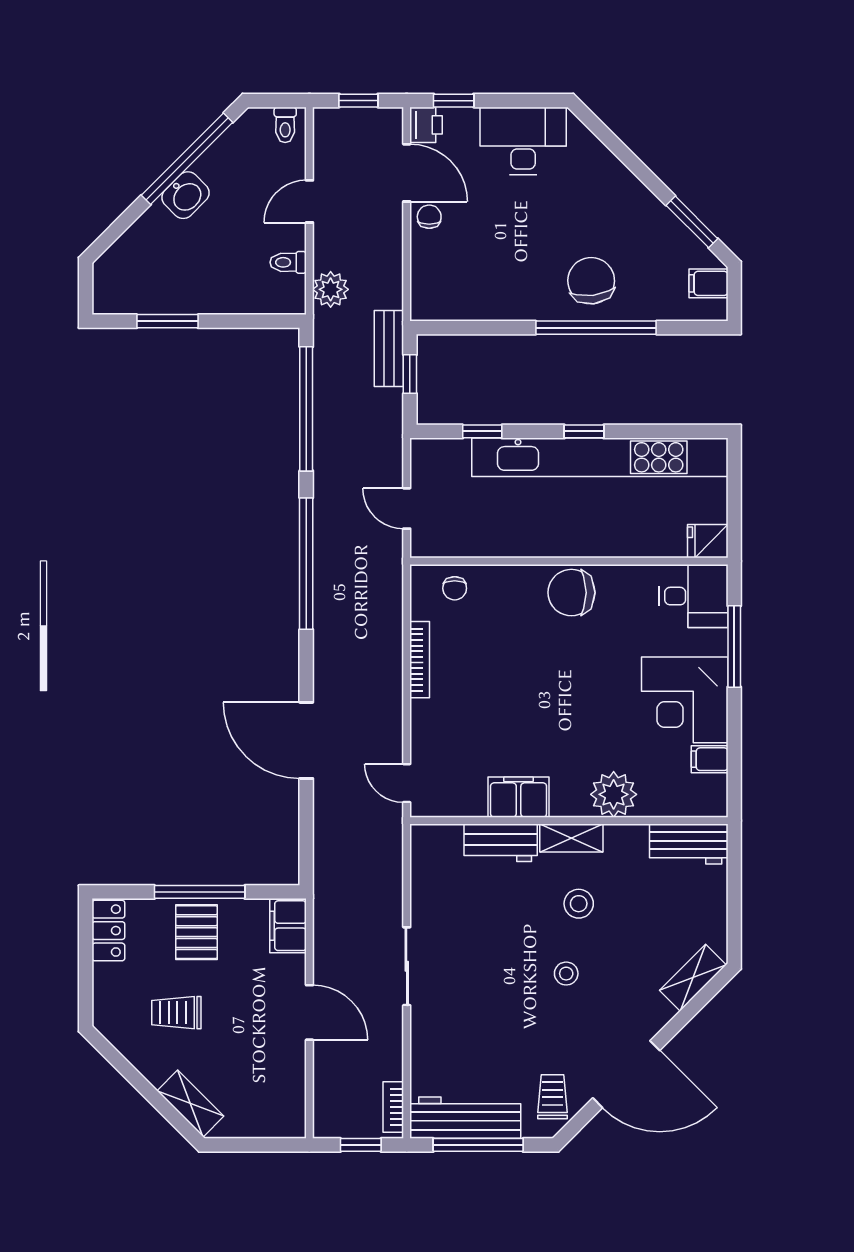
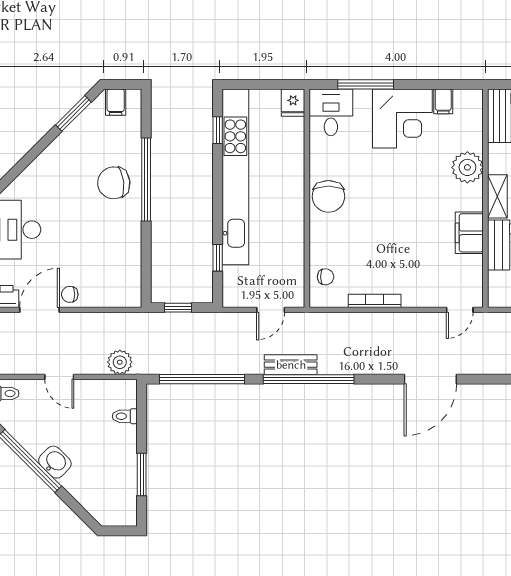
toilet: (288, 262) -> (125, 416), moved, turned 90
bench: (389, 349) -> (291, 365), moved
window: (584, 431) -> (218, 130), moved

